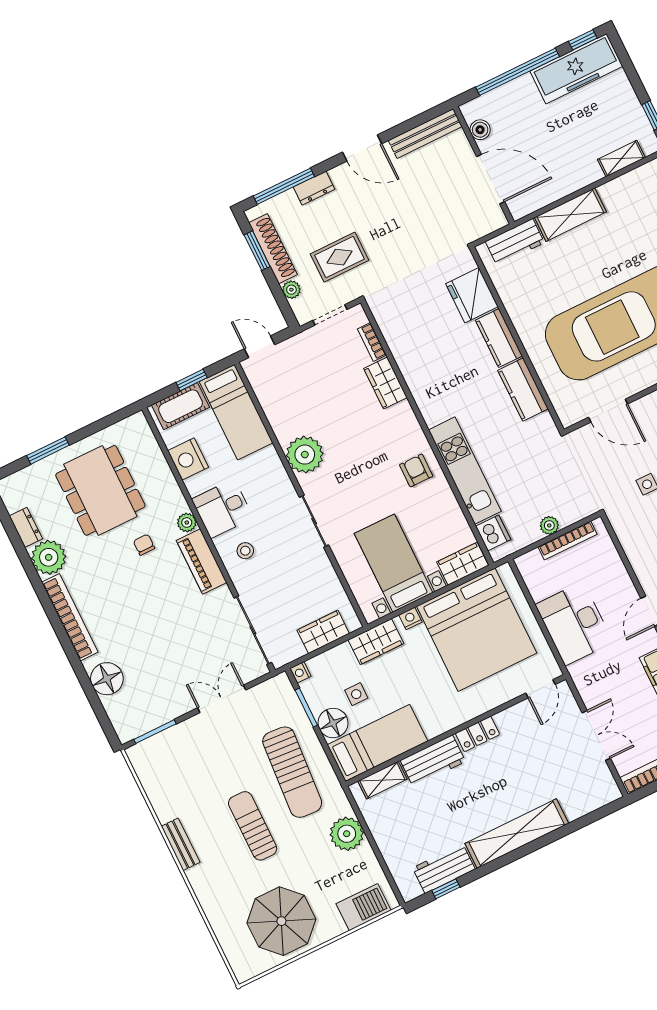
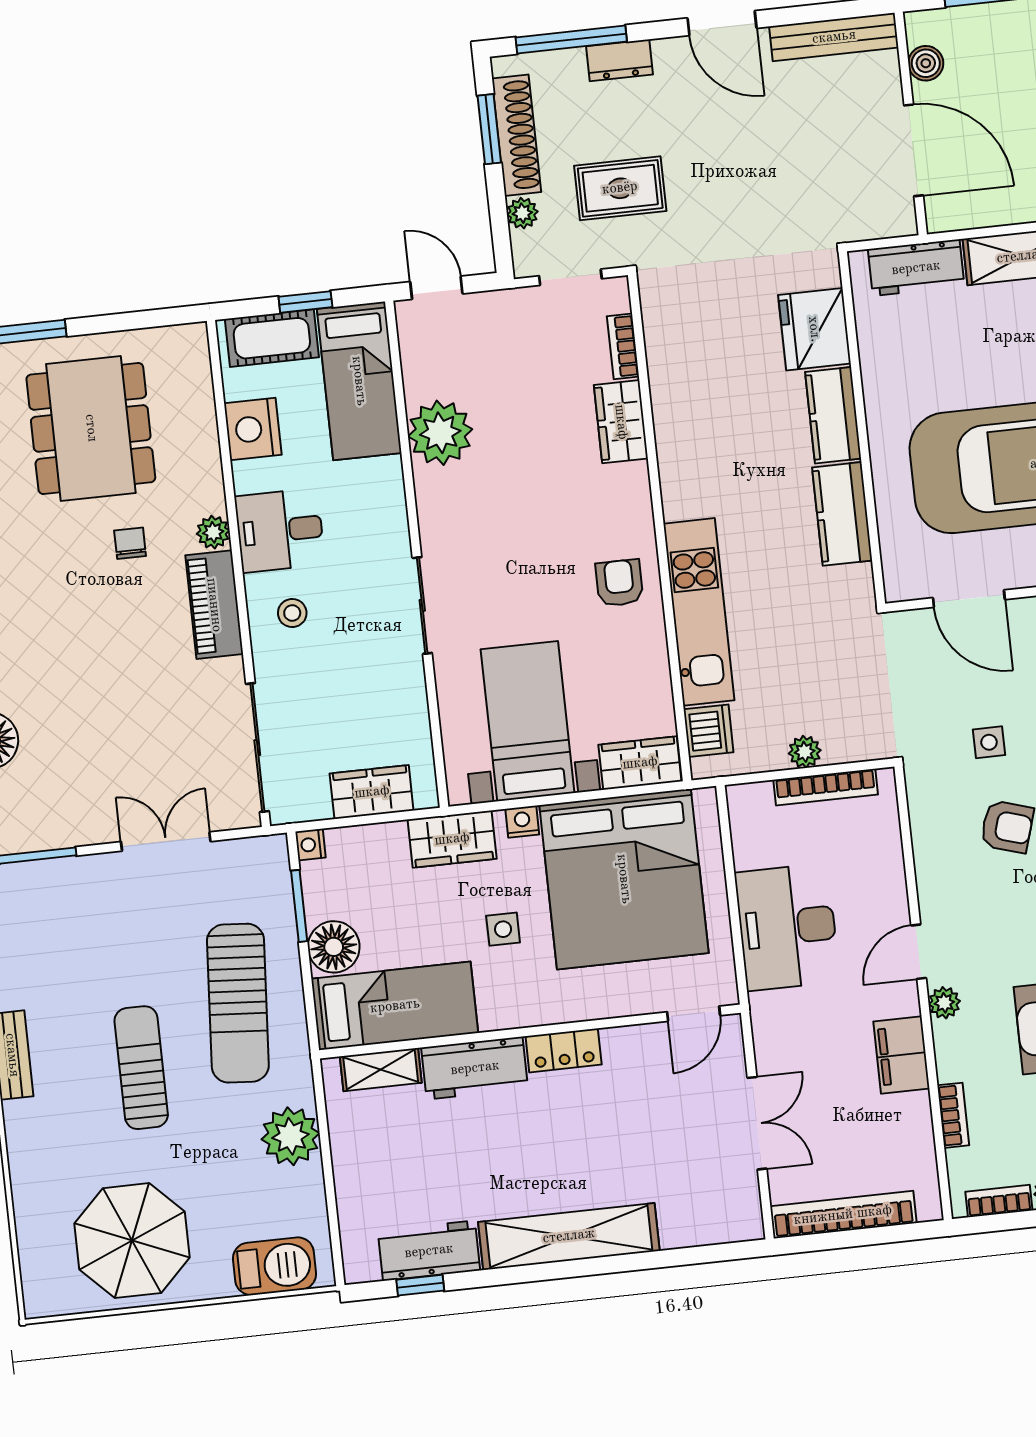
plant: (305, 455) -> (440, 433), moved
side table: (356, 694) -> (503, 929), moved

